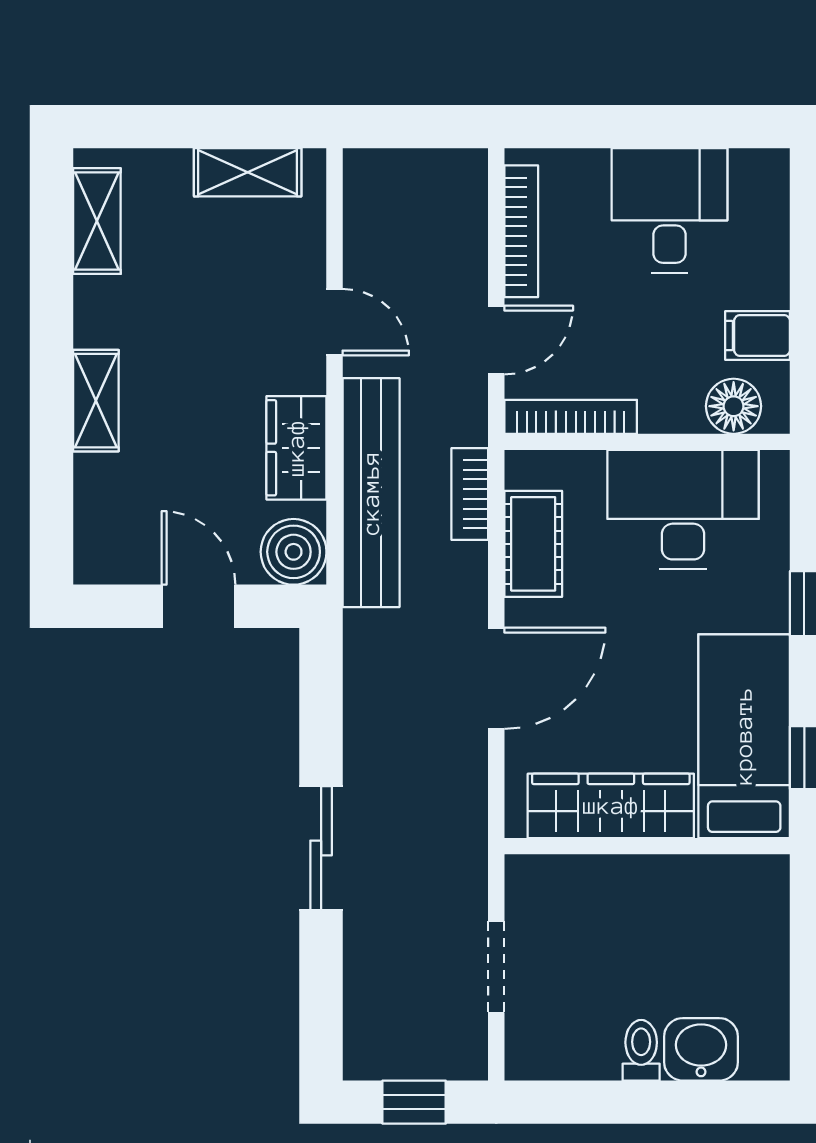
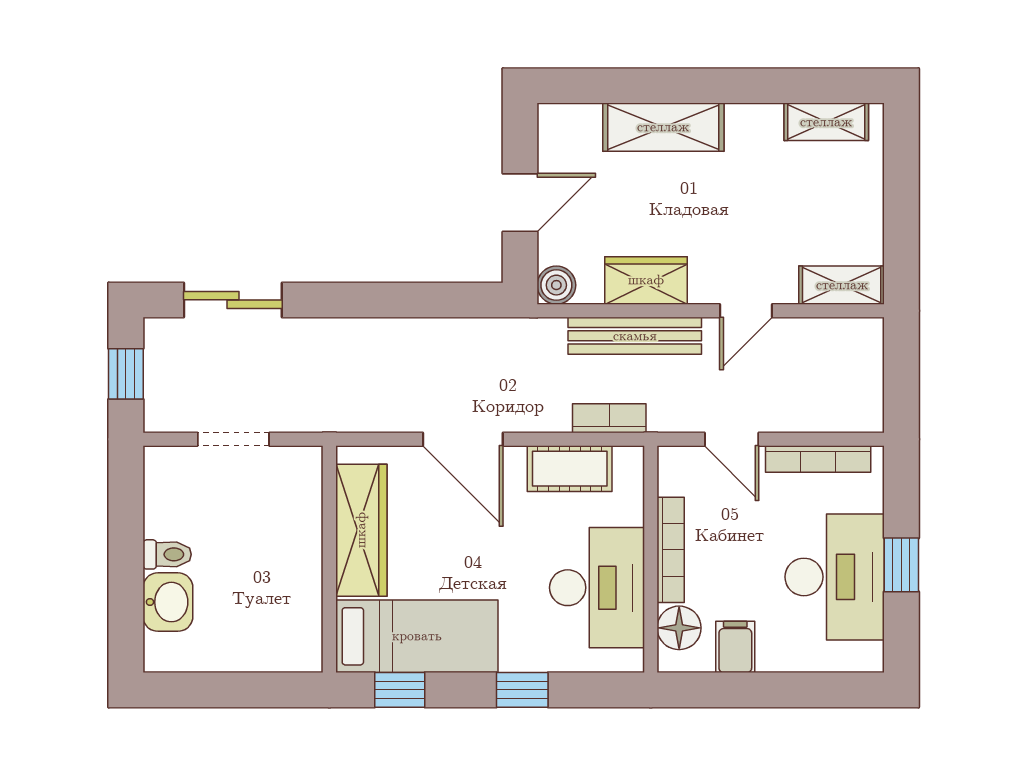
window: (654, 127) -> (901, 565), added
shelving: (248, 172) -> (842, 285), moved, turned 90
desk: (669, 210) -> (835, 577), width x1.37
shelving: (96, 401) -> (663, 127), width x1.50, depth x1.33
bookcase: (571, 417) -> (671, 550), moved
bench: (371, 493) -> (635, 336), width x0.73, depth x0.82
boiler: (294, 552) -> (556, 285), width x0.73, depth x0.73
sliding door: (321, 848) -> (233, 300), moved

